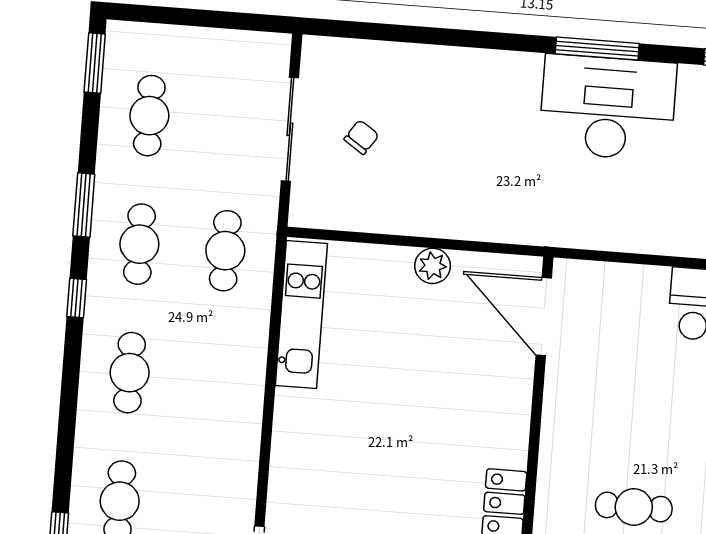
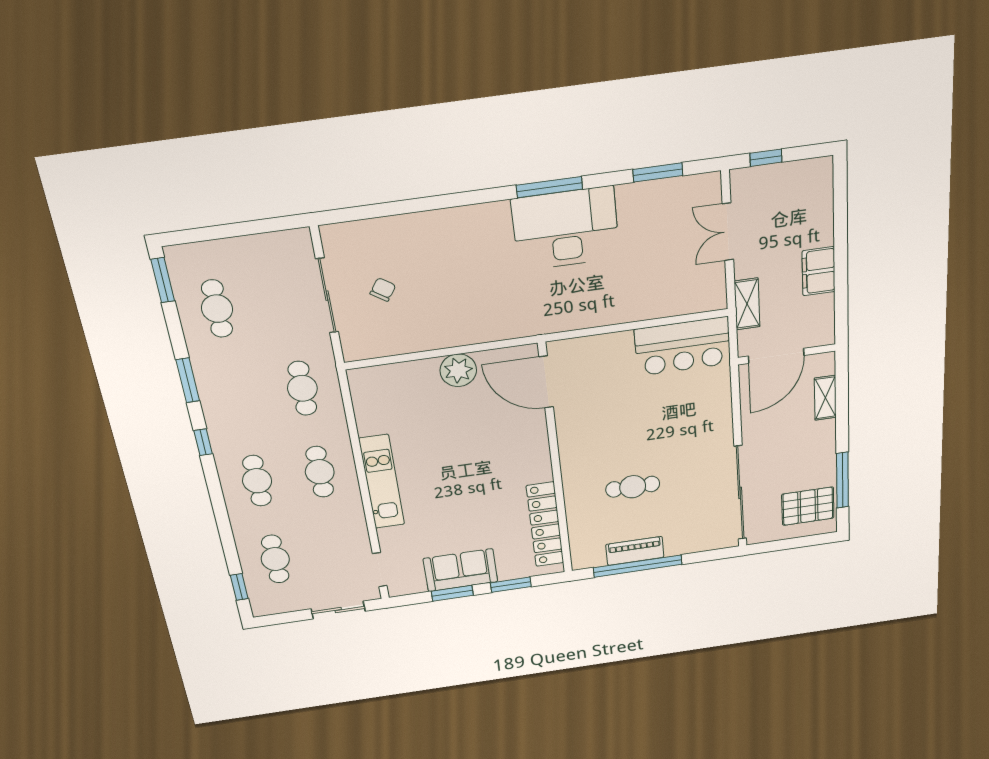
cafe table: (139, 244) -> (320, 472), moved
plant: (433, 266) -> (458, 370), width x1.36, depth x1.36
kitchen unit: (301, 314) -> (382, 482), moved

